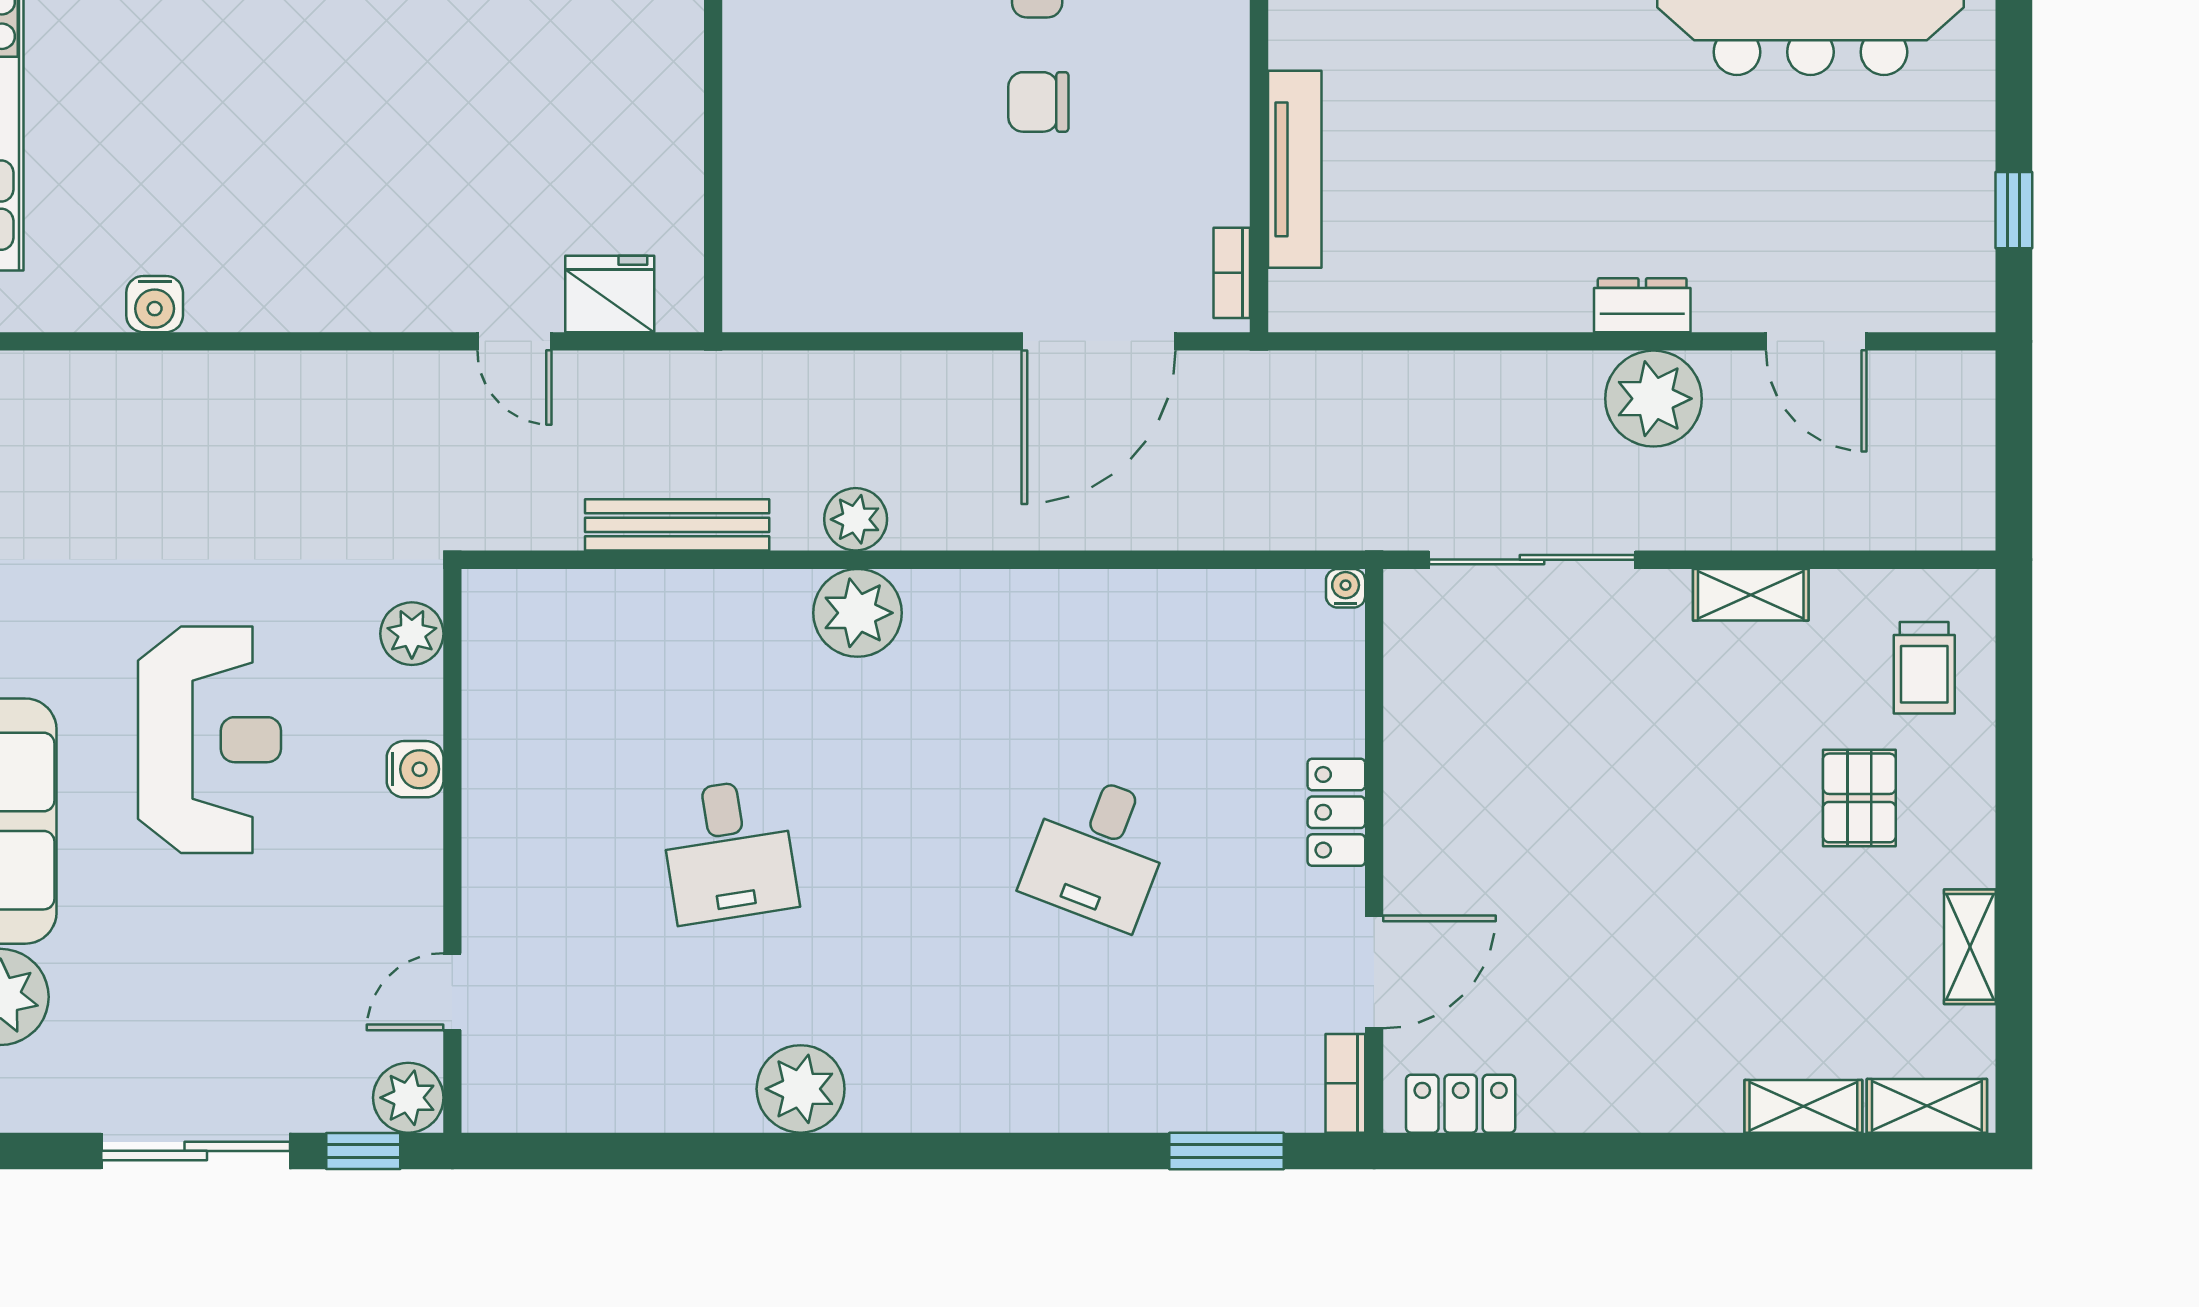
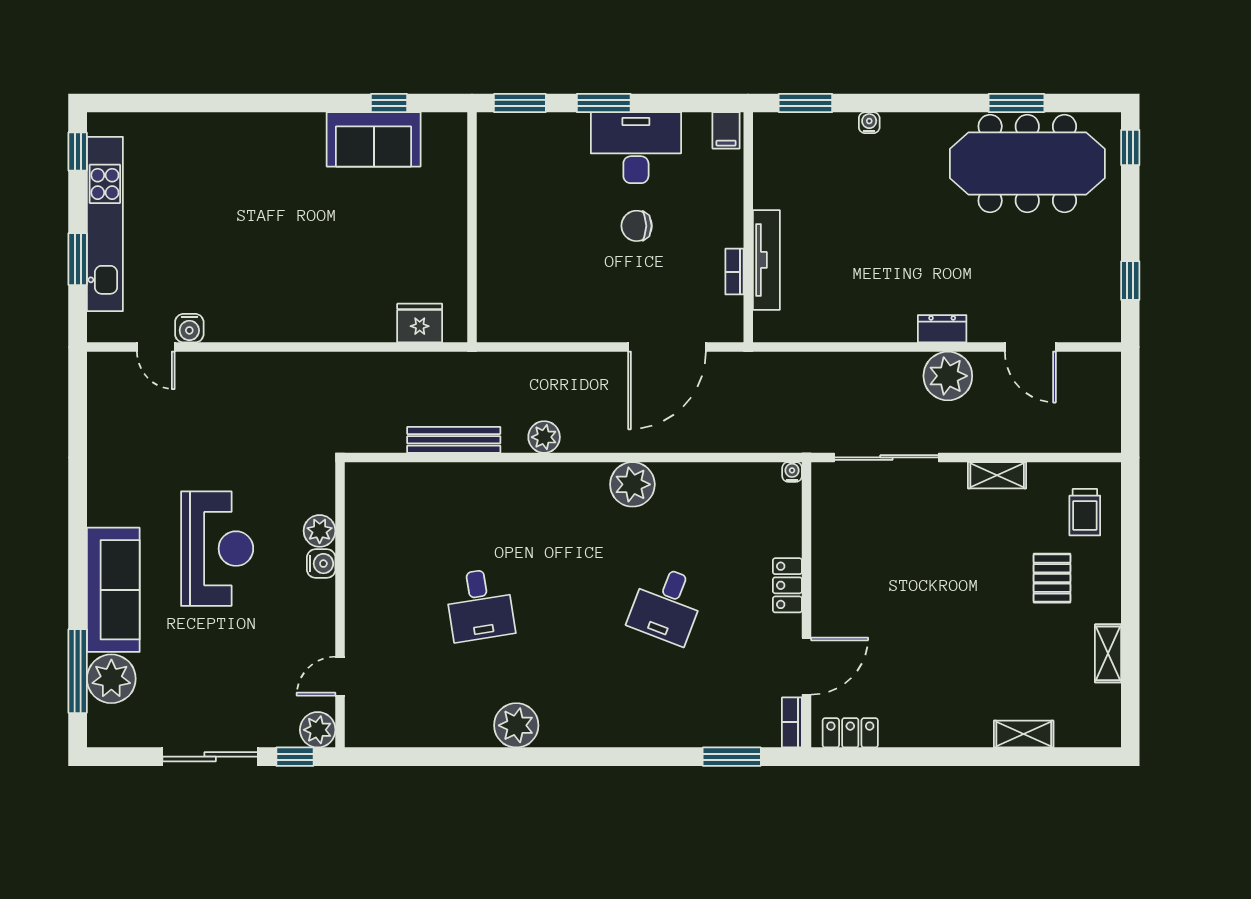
bookcase: (1232, 273) -> (734, 272), moved
door: (514, 341) -> (156, 347), moved
plant: (858, 613) -> (632, 484), moved
plant: (412, 634) -> (320, 531), moved
shelving: (1927, 1106) -> (1086, 734), removed

